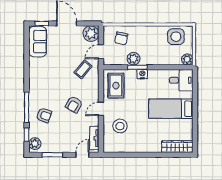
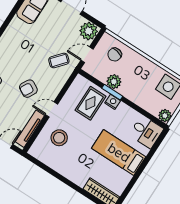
rug: (116, 86) -> (90, 103), moved
tv unit: (94, 138) -> (30, 129), width x1.41

